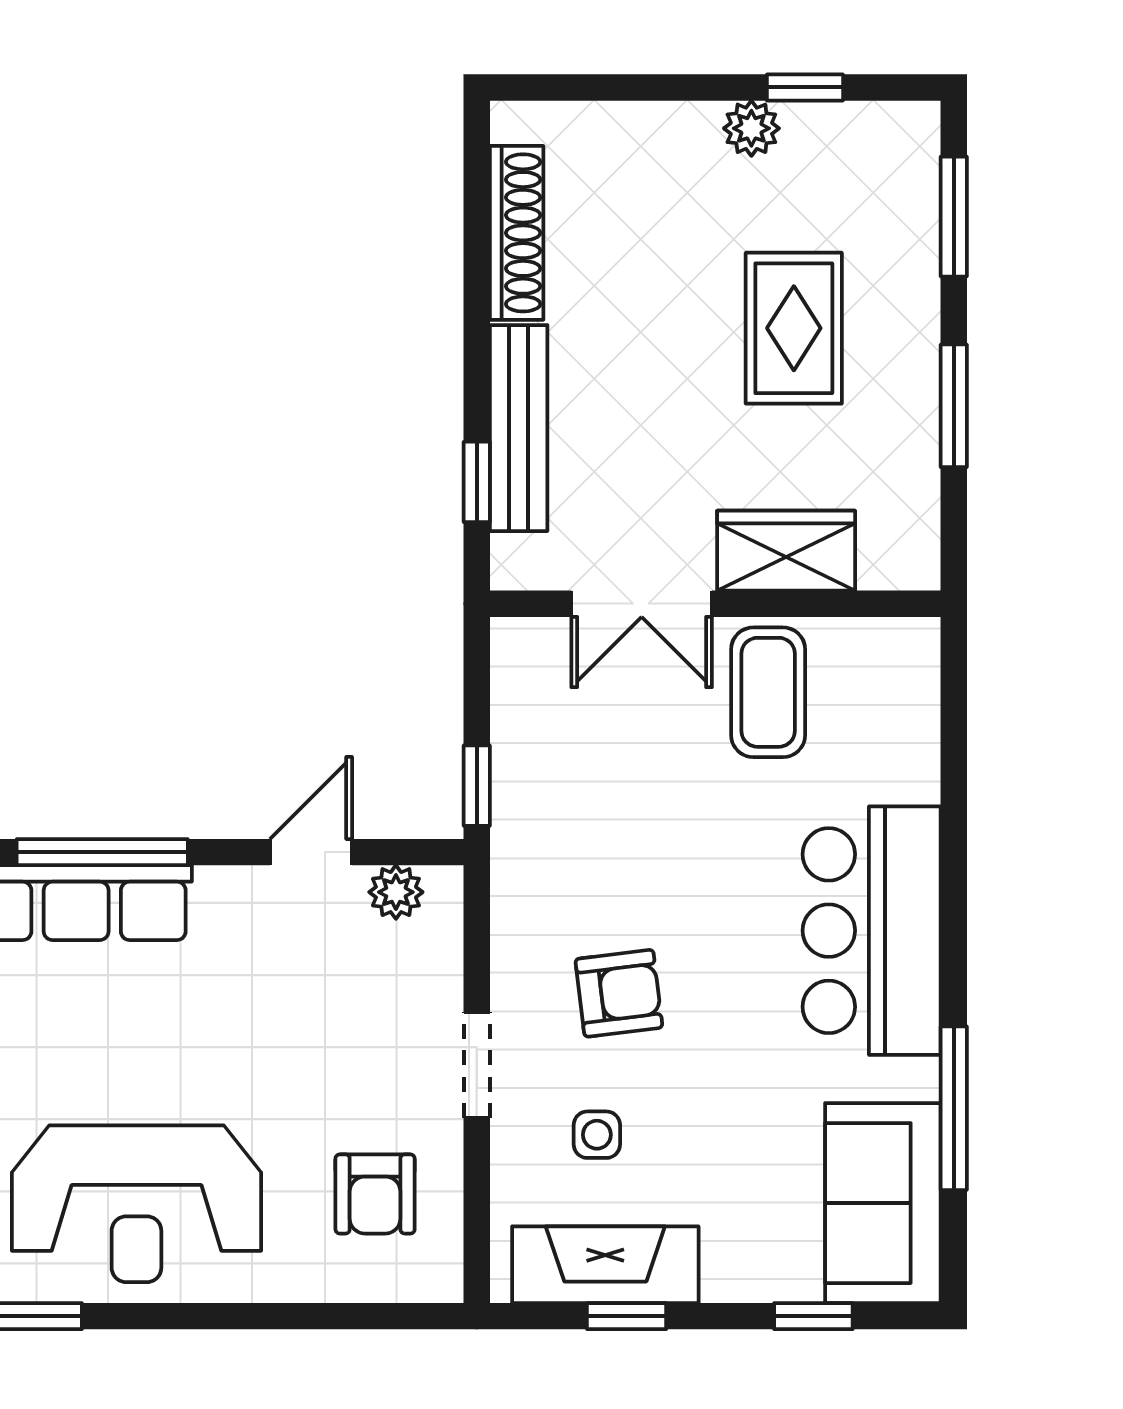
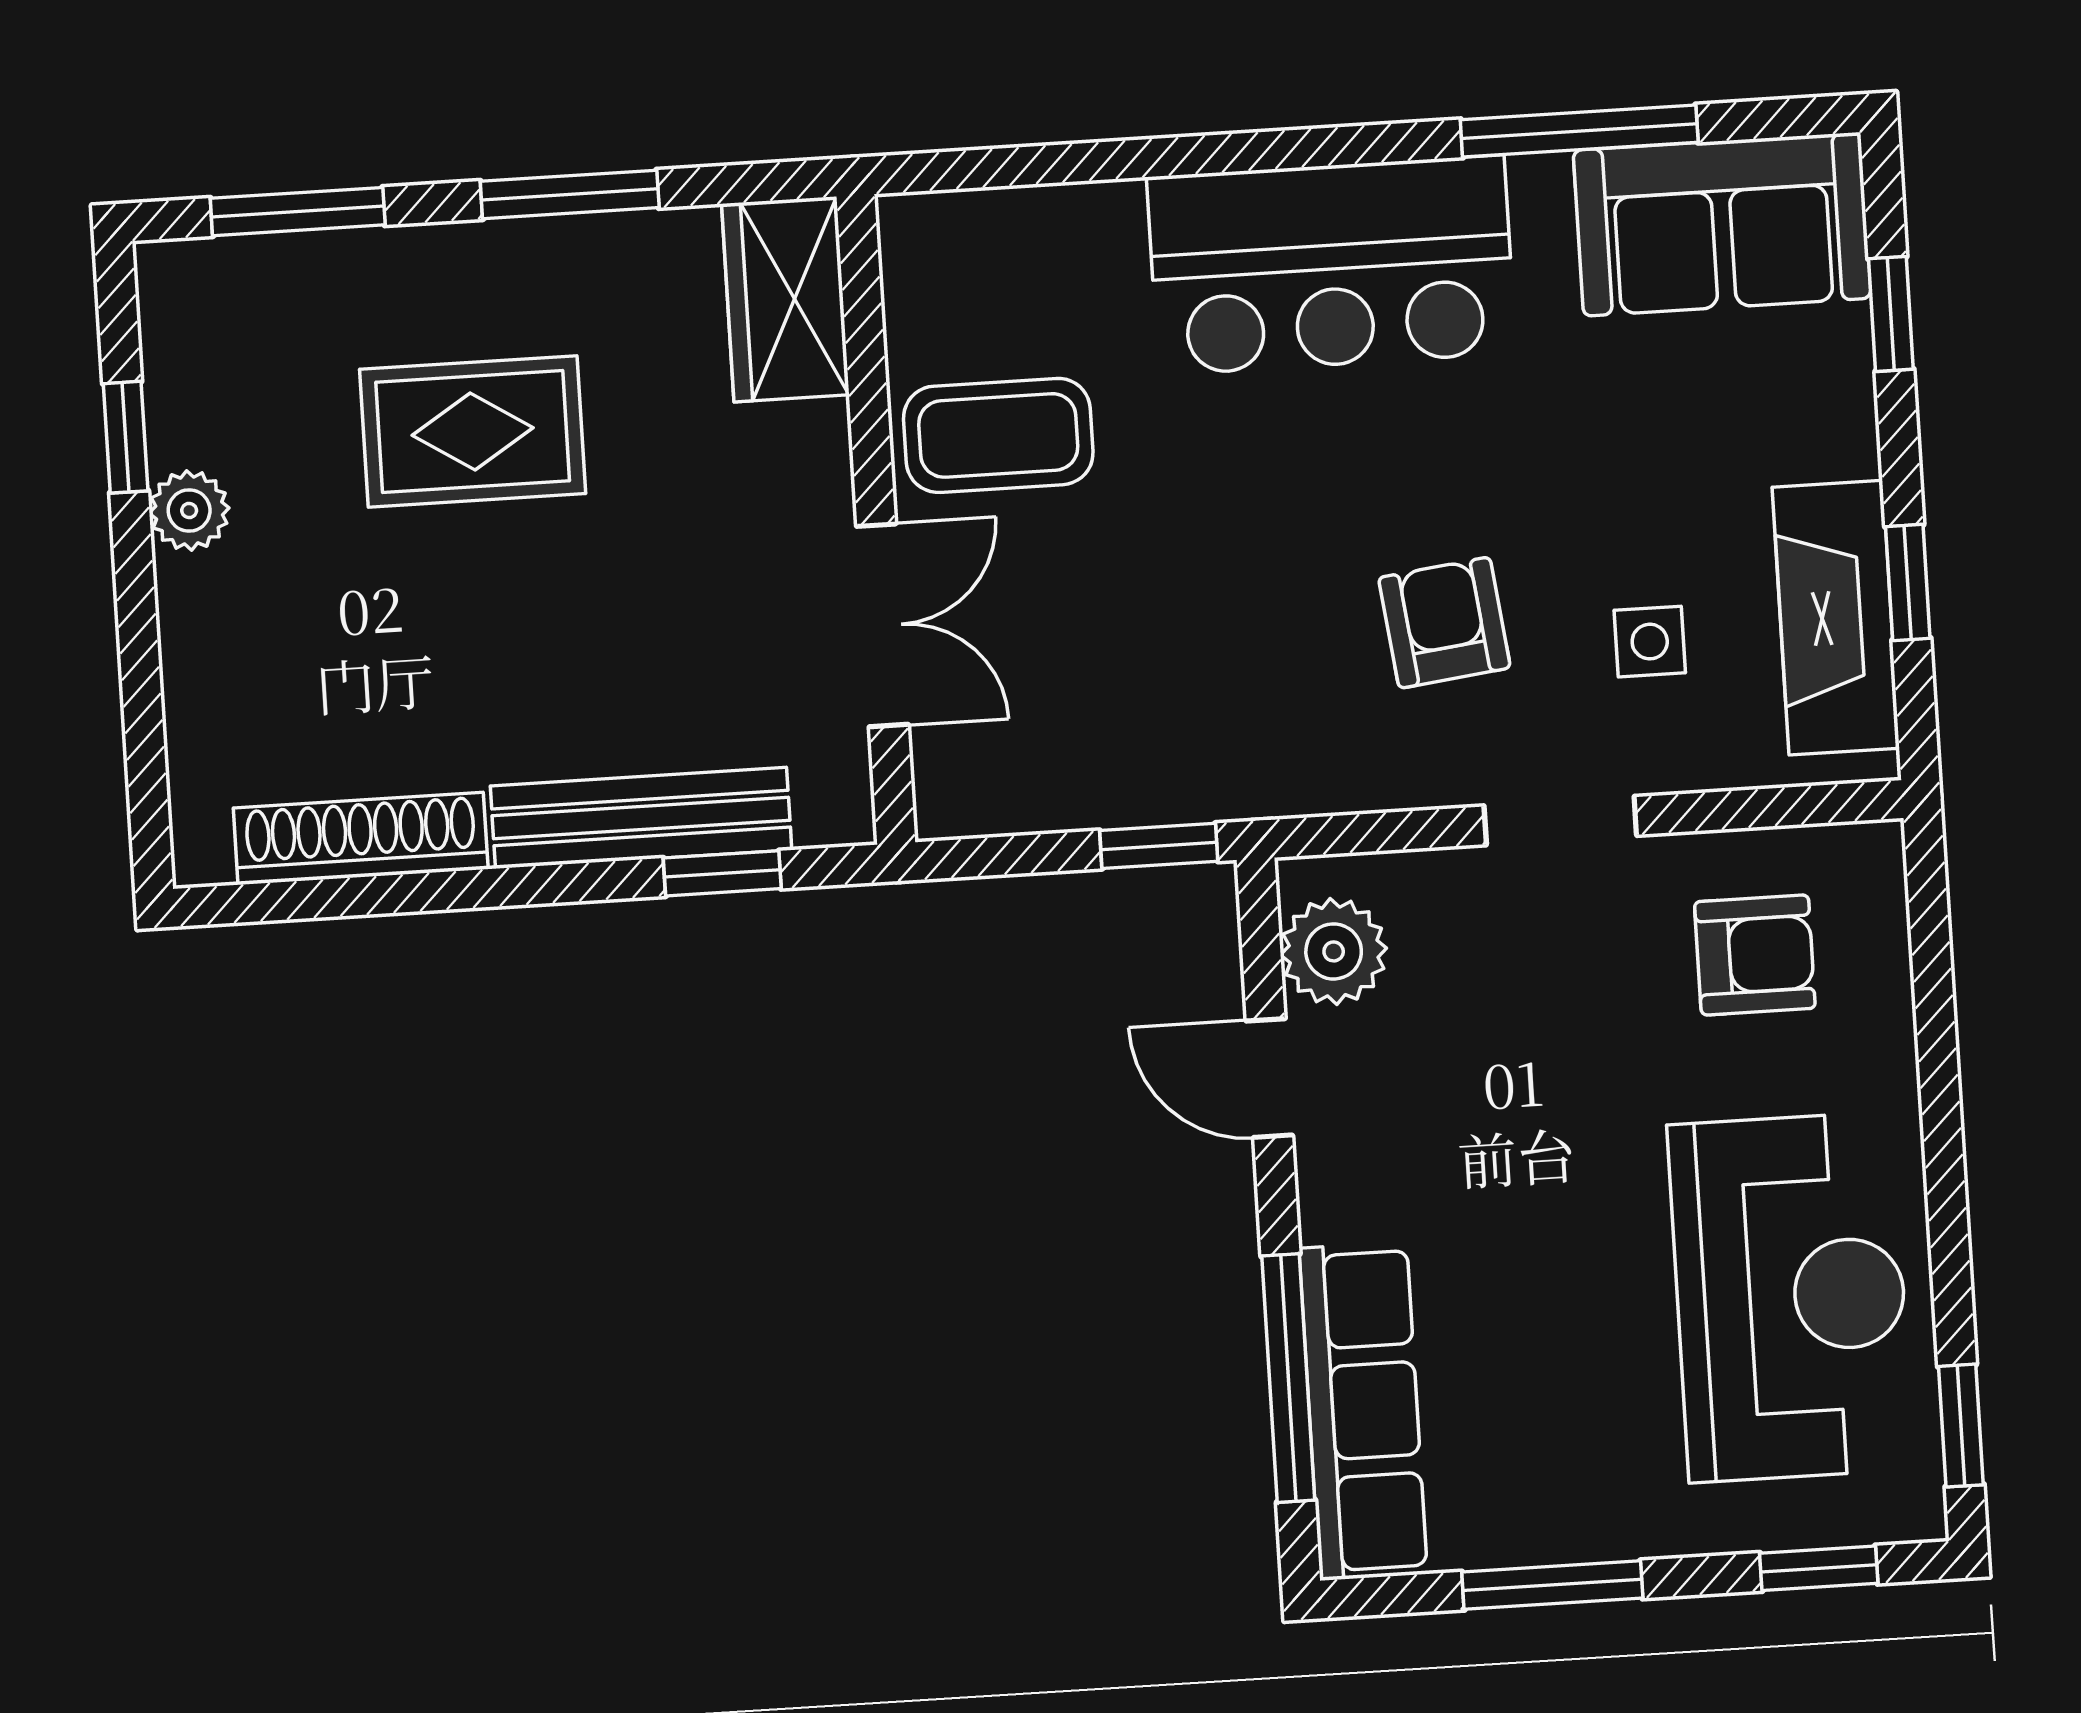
wardrobe: (786, 551) -> (785, 299), moved
plant: (396, 892) -> (1334, 951), width x1.38, depth x1.38

